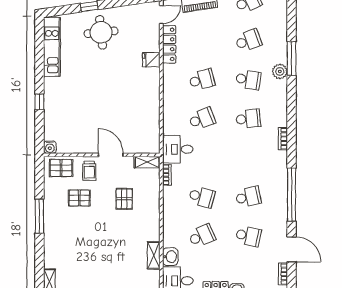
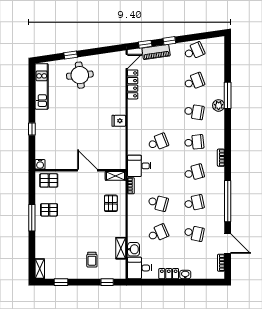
fridge: (151, 60) -> (119, 121), moved
school desk: (202, 80) -> (194, 173), moved
trolley: (89, 171) -> (92, 260), moved
pallet: (79, 198) -> (49, 210), moved
pallet: (124, 199) -> (111, 203), moved

